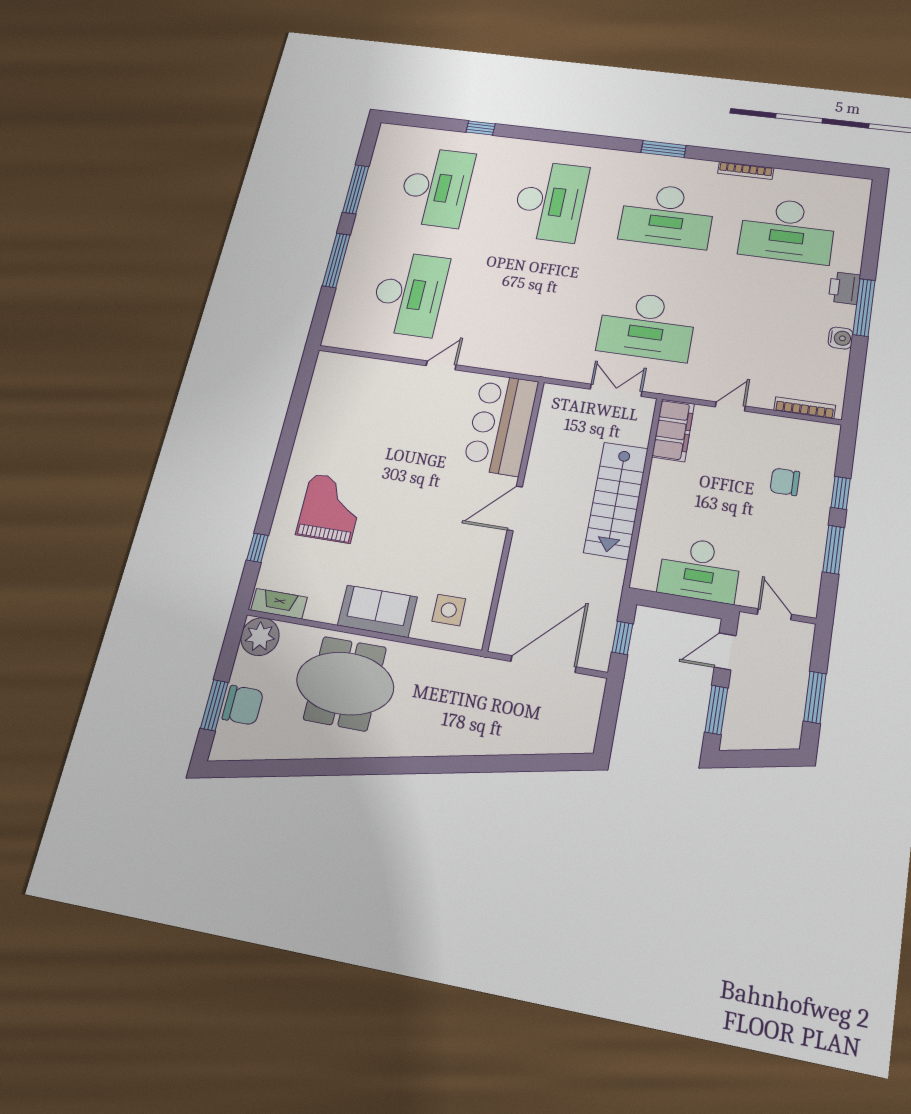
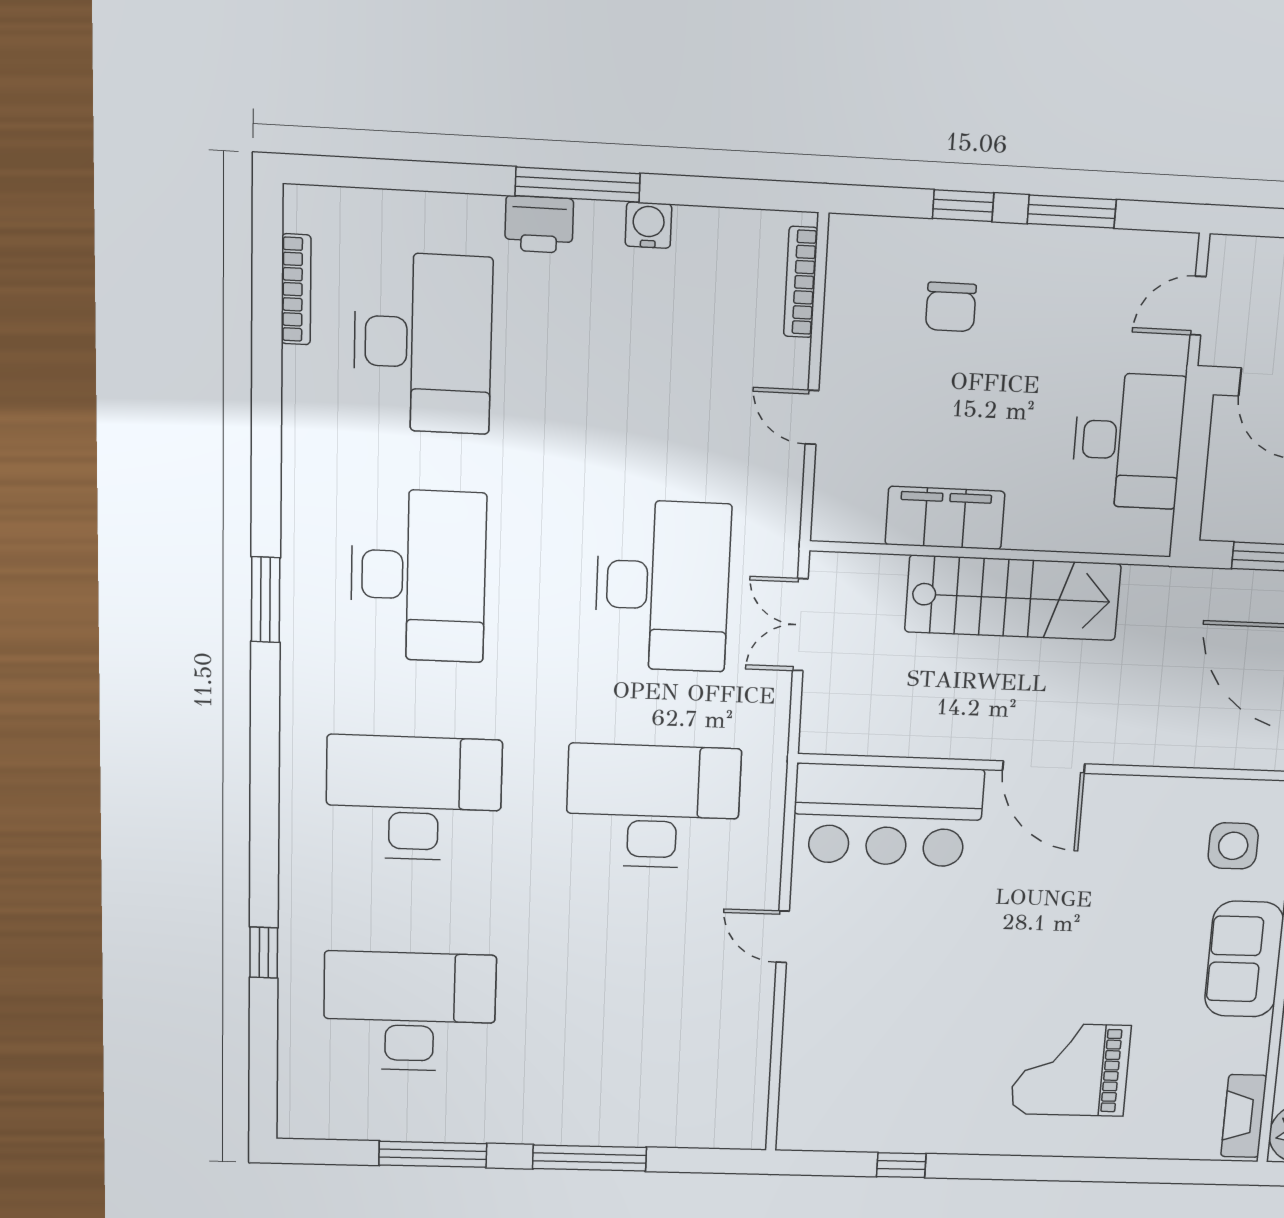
bookcase: (746, 171) -> (296, 289), moved
desk: (409, 294) -> (653, 806), moved
filing cabinet: (673, 430) -> (945, 518), moved
window: (258, 548) -> (901, 1165), moved

